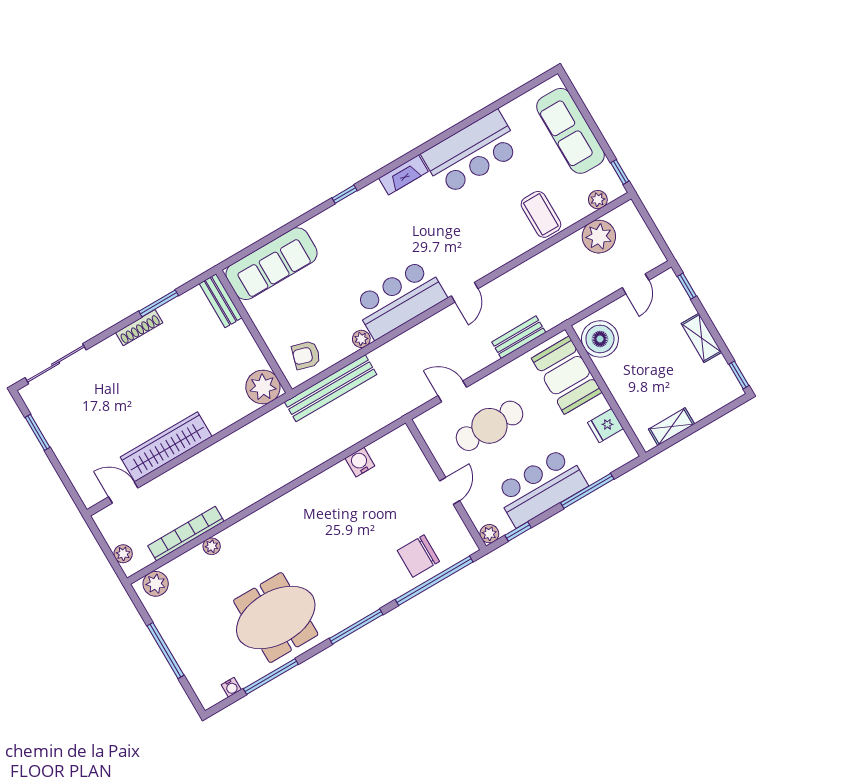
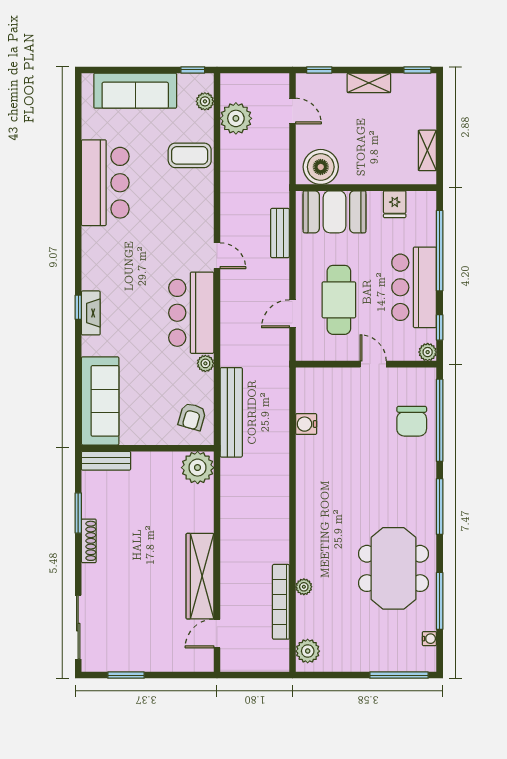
fireplace: (404, 175) -> (91, 313), moved
window: (587, 491) -> (440, 251), width x1.46
plant: (123, 554) -> (267, 663), removed
window: (166, 651) -> (399, 675), moved

